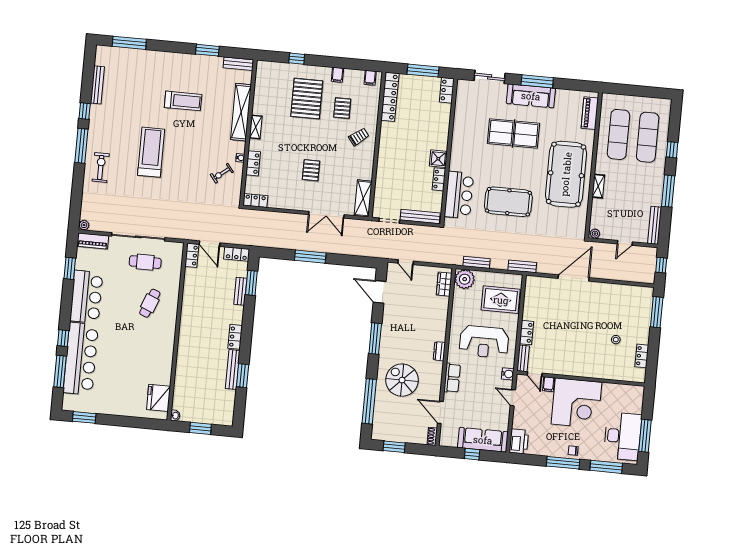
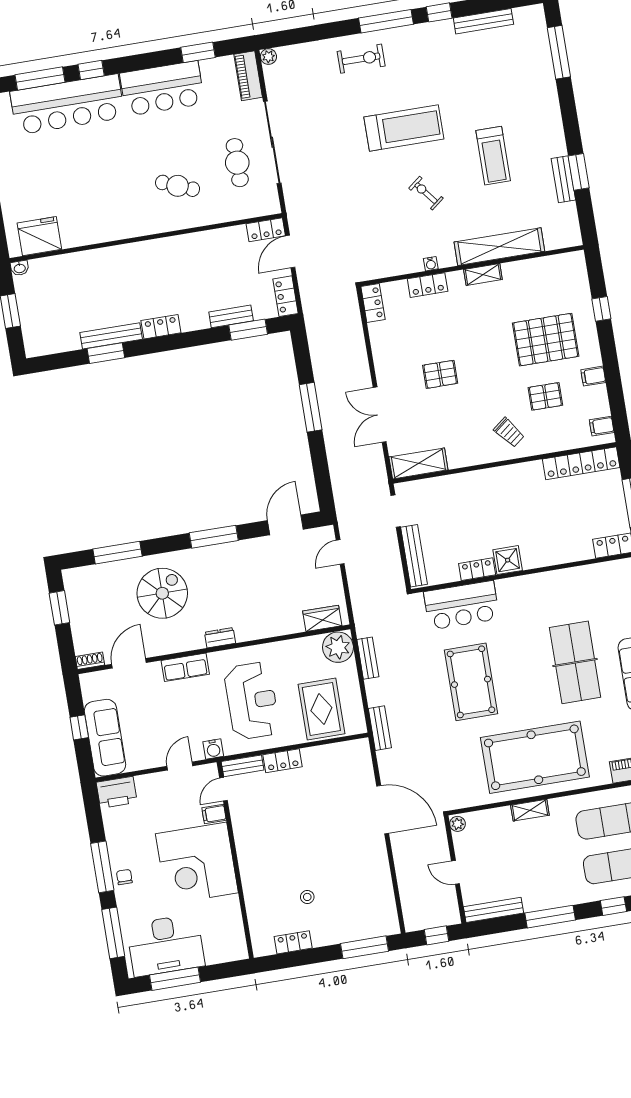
bench: (238, 64) -> (563, 179), moved
exercise bike: (222, 173) -> (426, 193), moved
reception desk: (484, 342) -> (252, 701), turned 180
window: (369, 401) -> (118, 553), width x0.68

